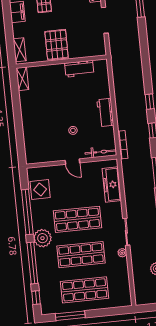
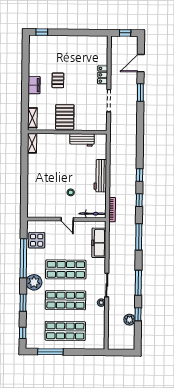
workbench: (105, 113) -> (100, 176), width x1.37
window: (32, 263) -> (23, 303), width x0.47

